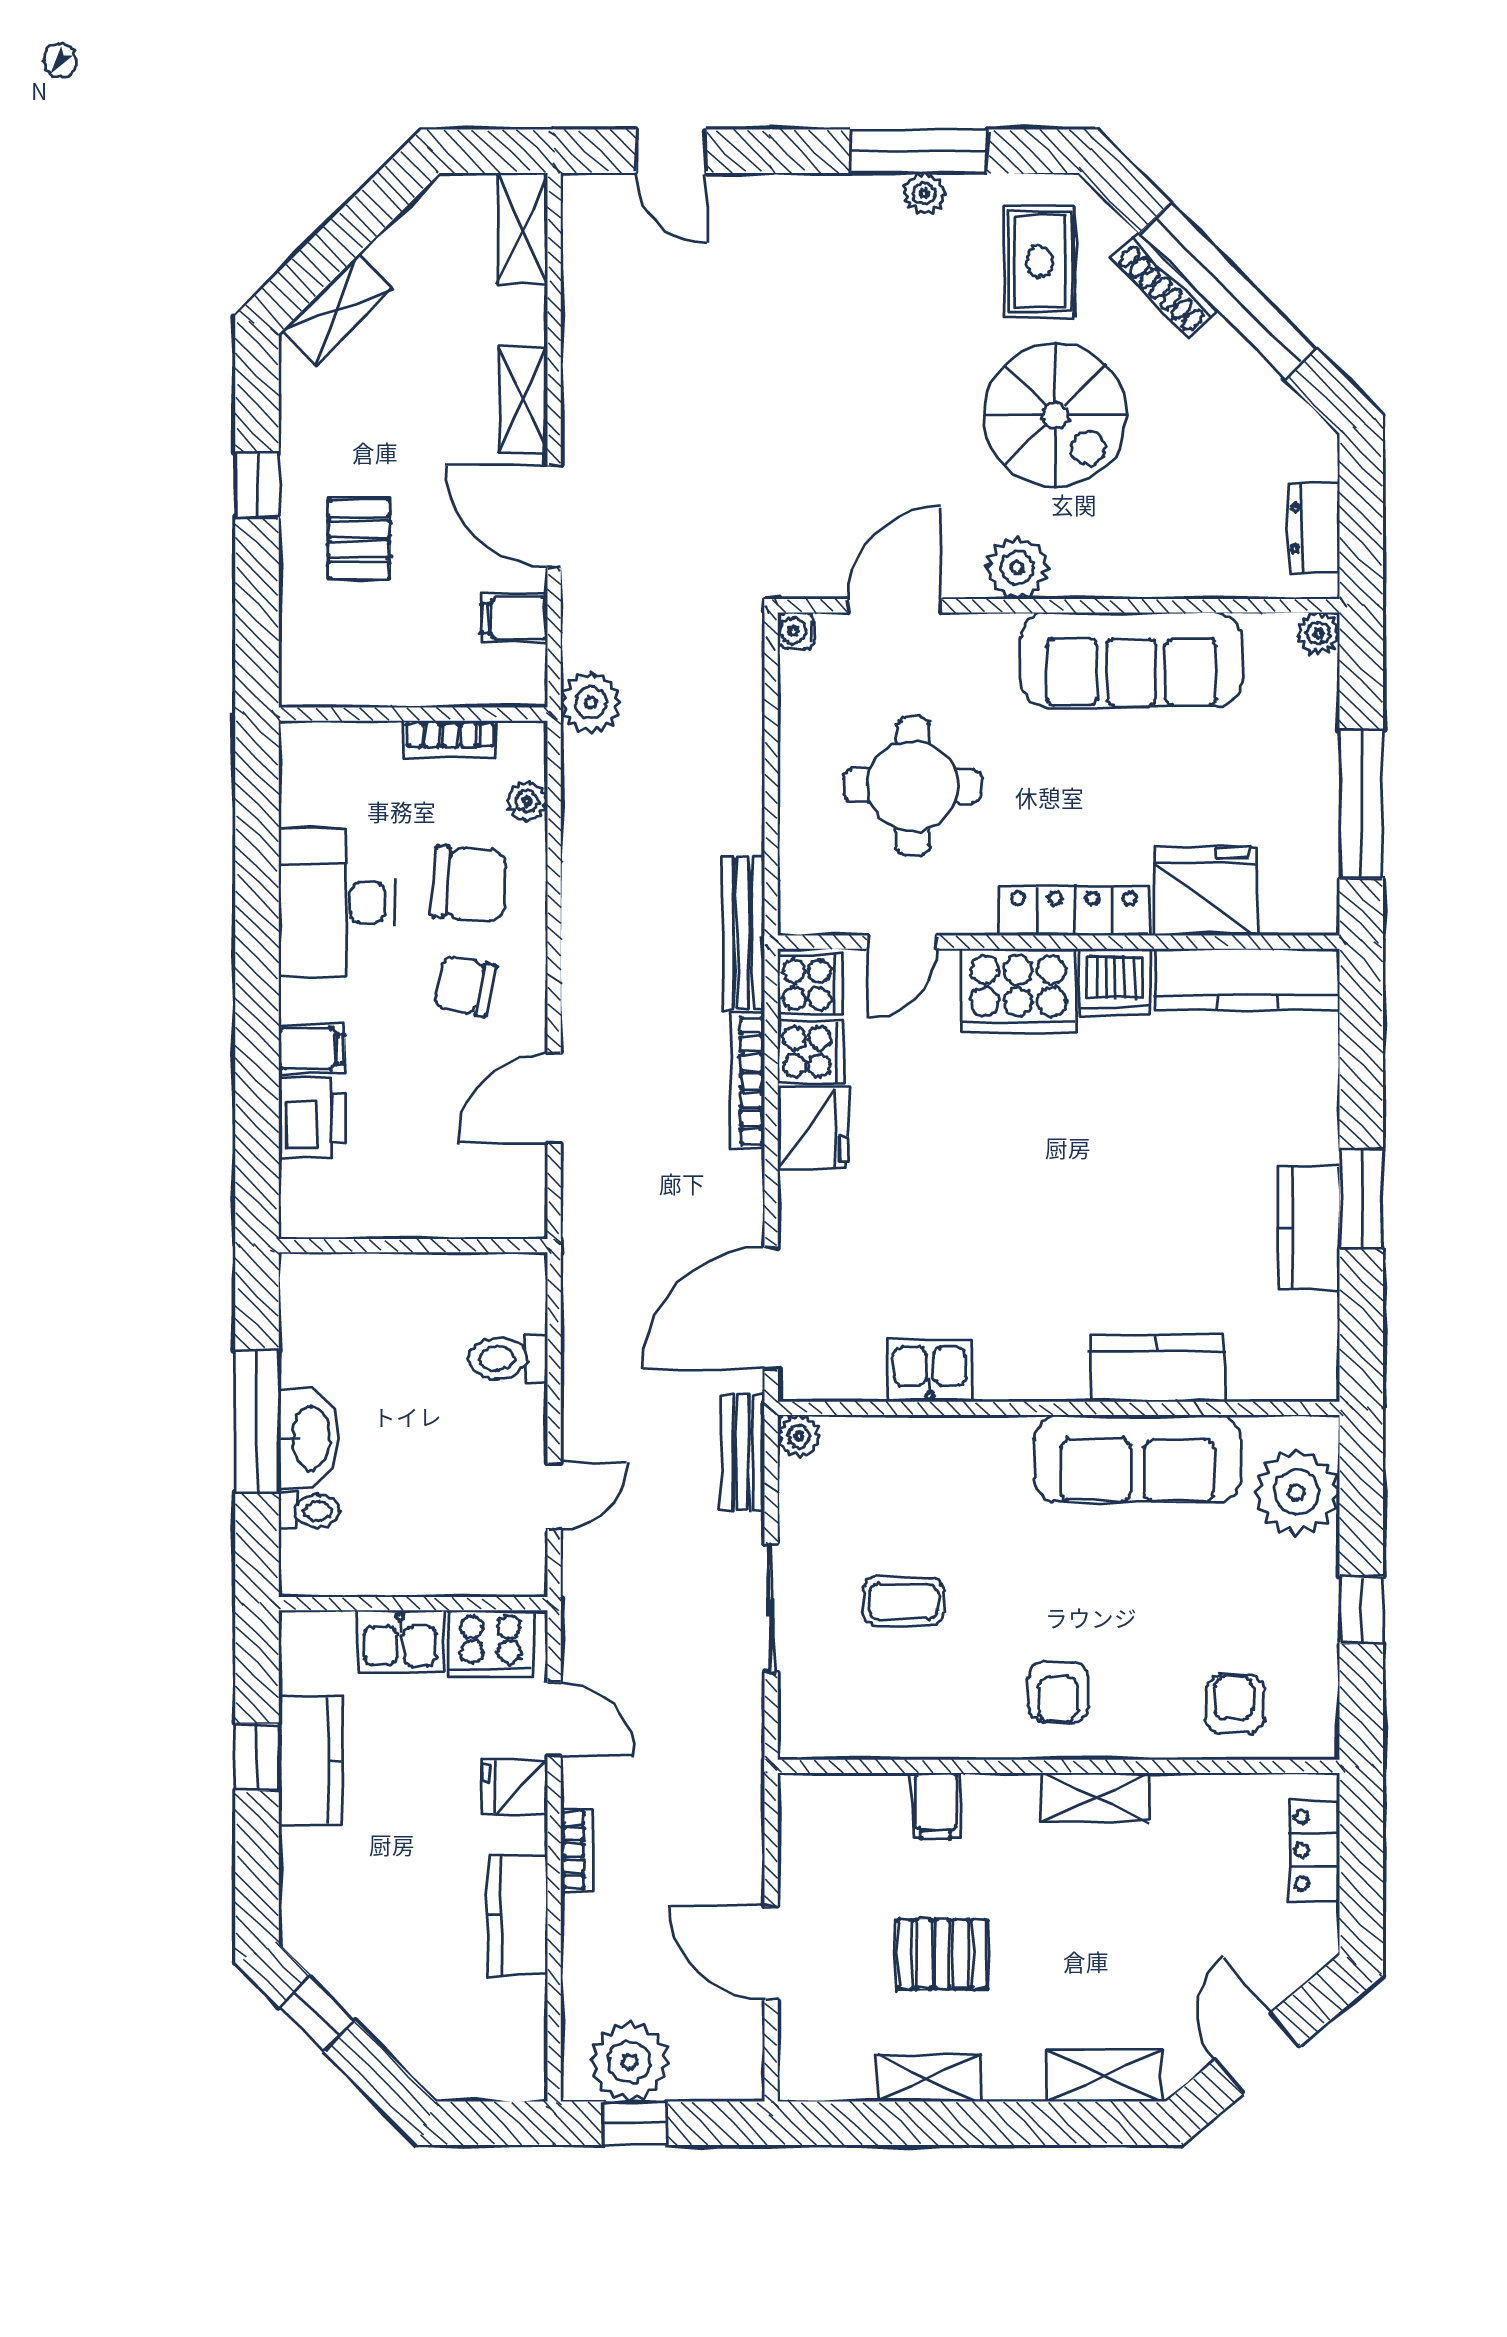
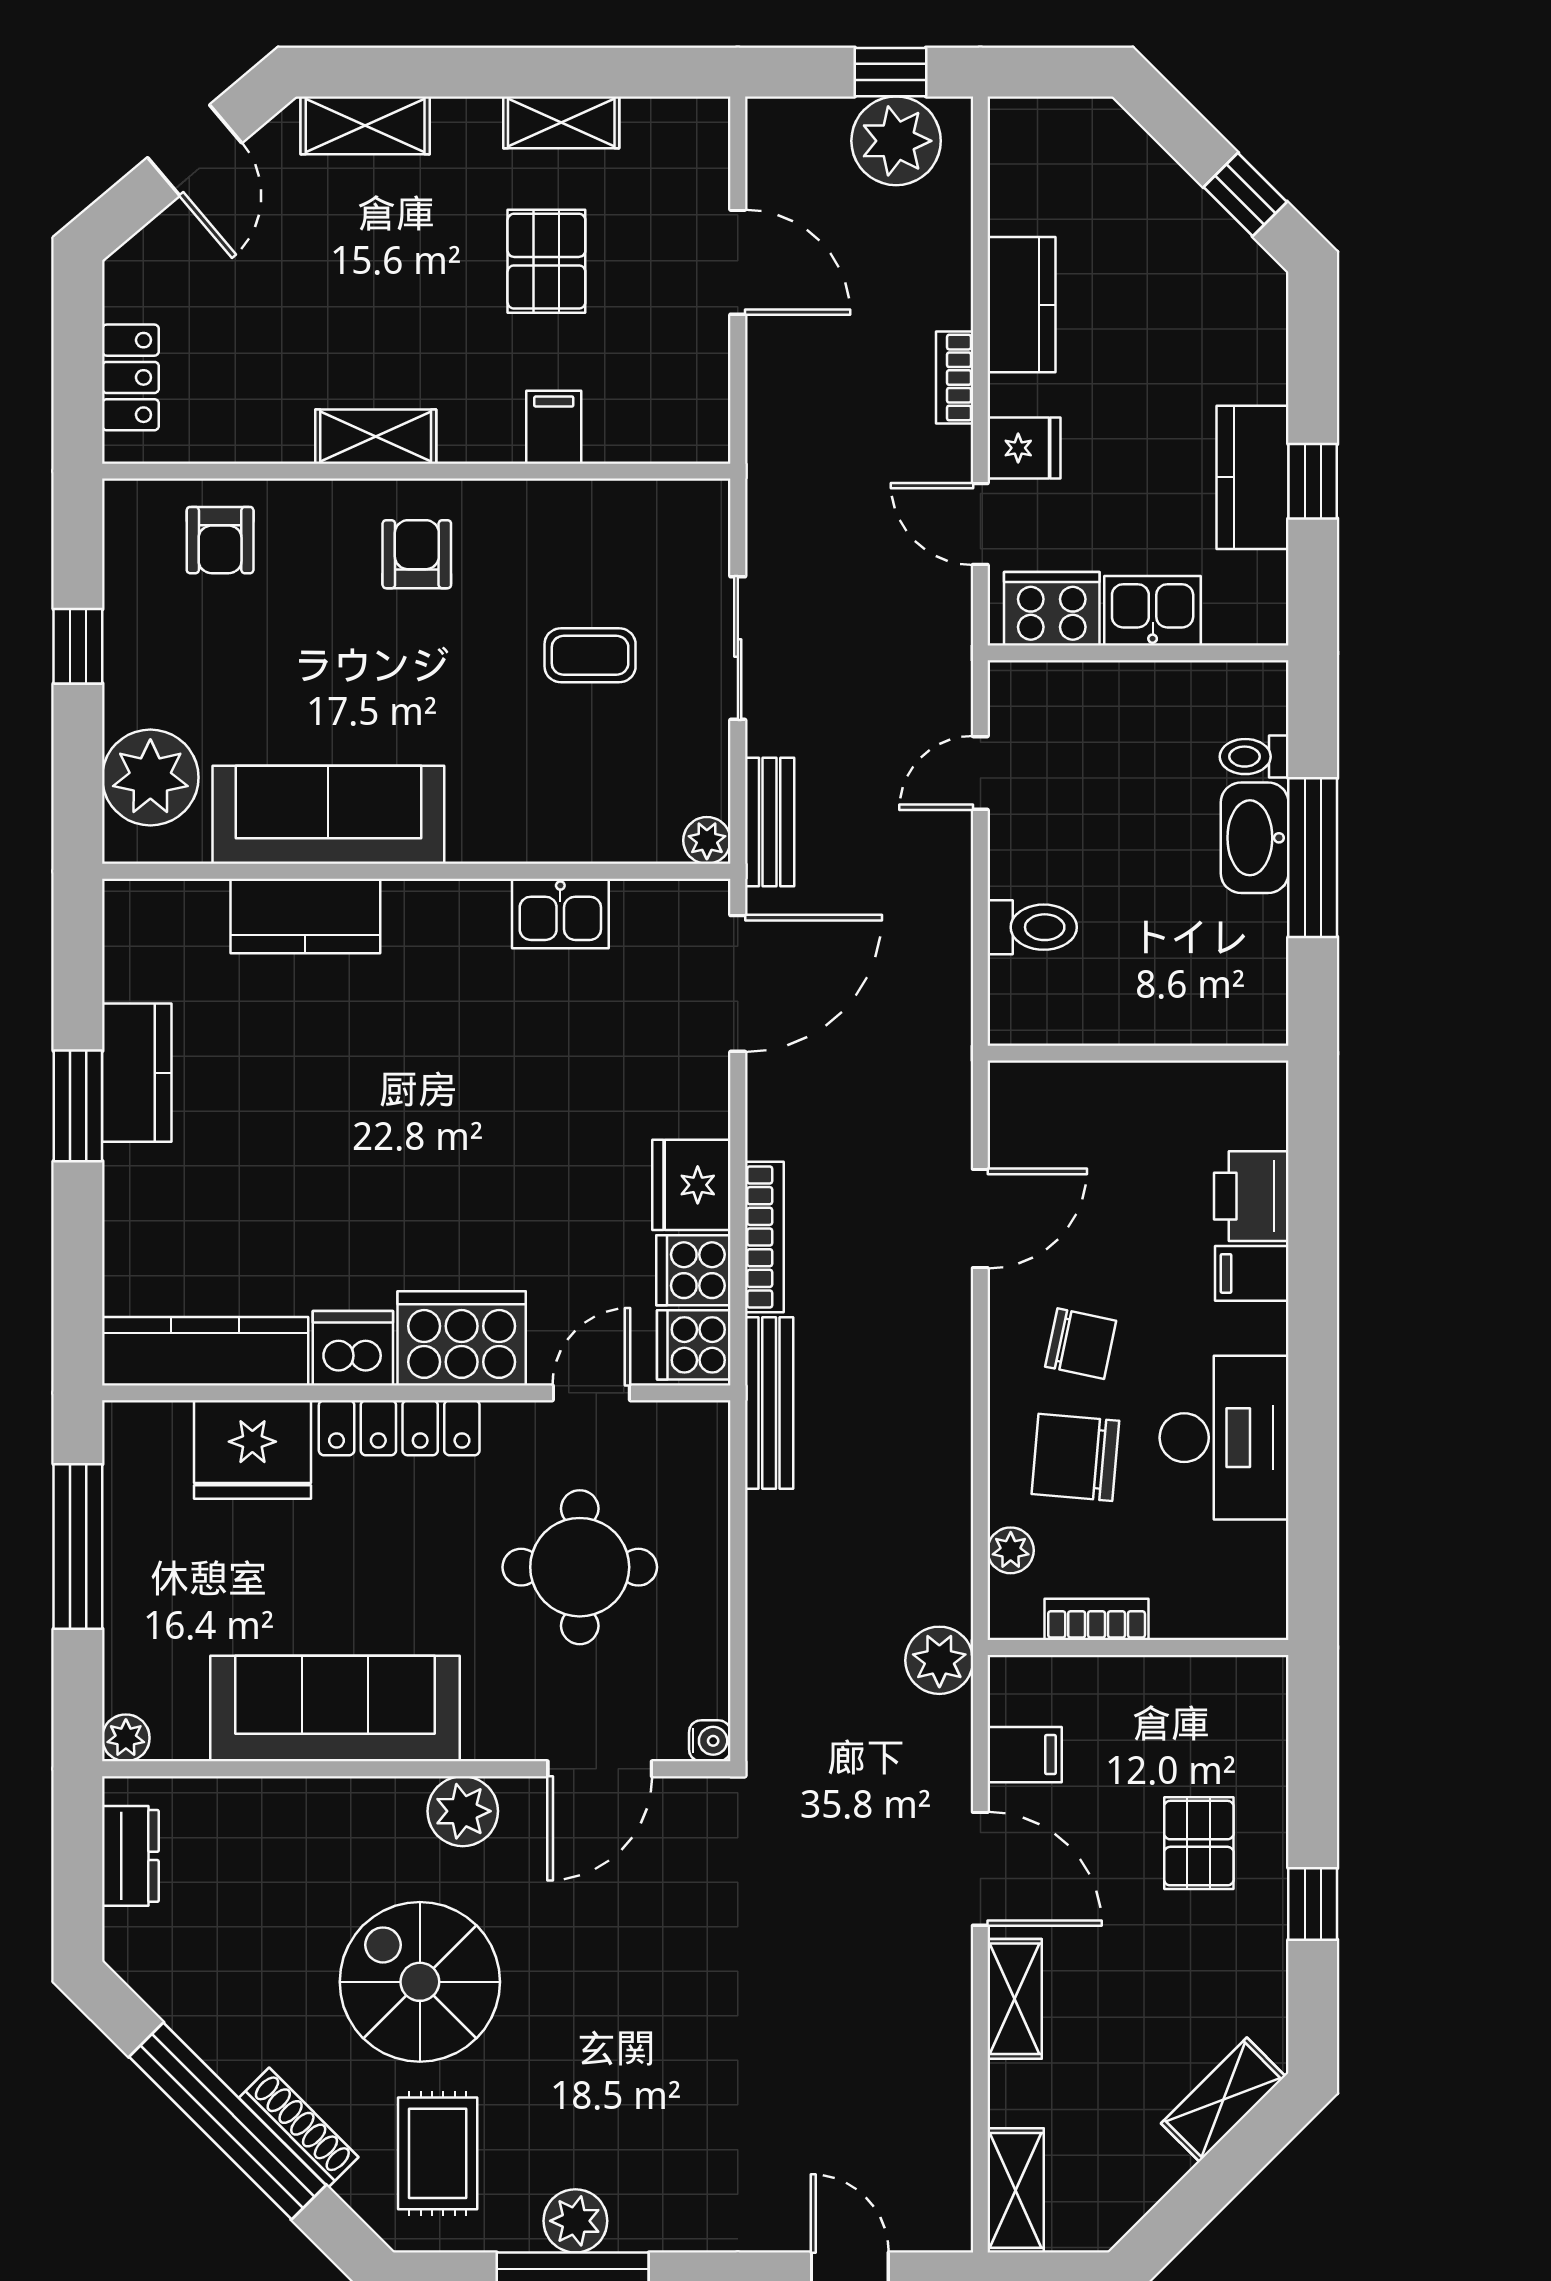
plant: (924, 194) -> (575, 2221), width x1.38, depth x1.38
pallet: (942, 1954) -> (546, 261), turned 90

